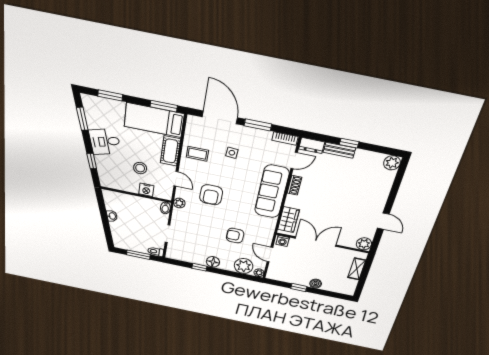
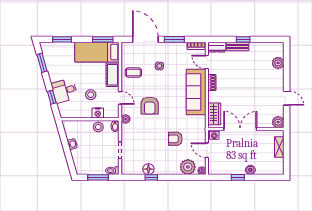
desk: (105, 142) -> (65, 91), moved
door: (294, 160) -> (207, 62), swing flipped
plant: (392, 163) -> (278, 63), moved
stool: (145, 205) -> (98, 127), added
floor lamp: (213, 262) -> (148, 169), moved

